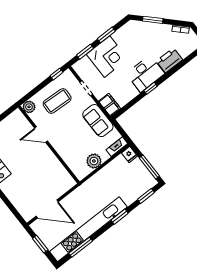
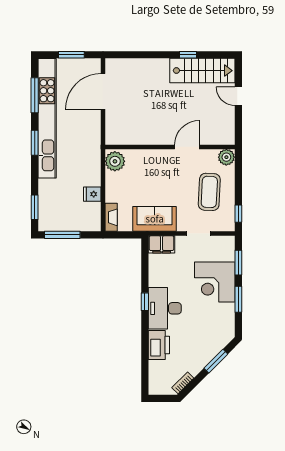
fridge: (129, 155) -> (92, 194), moved
plant: (94, 161) -> (115, 161), moved
window: (120, 217) -> (35, 143), moved

